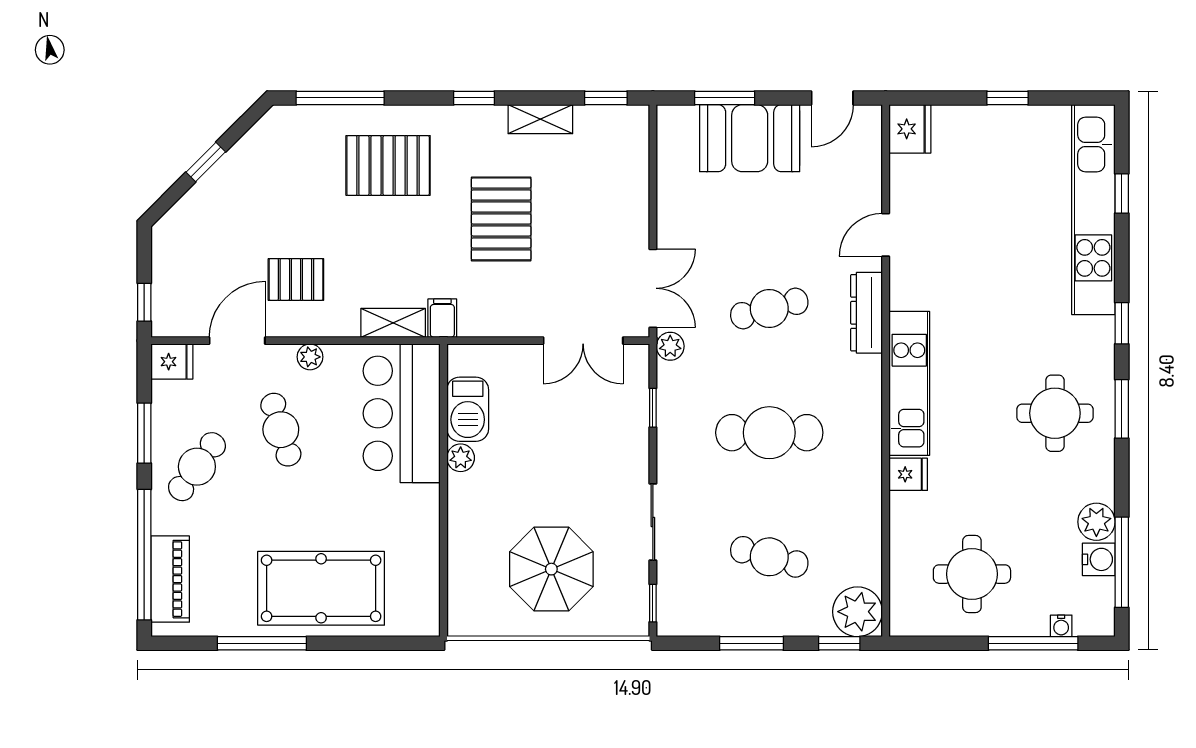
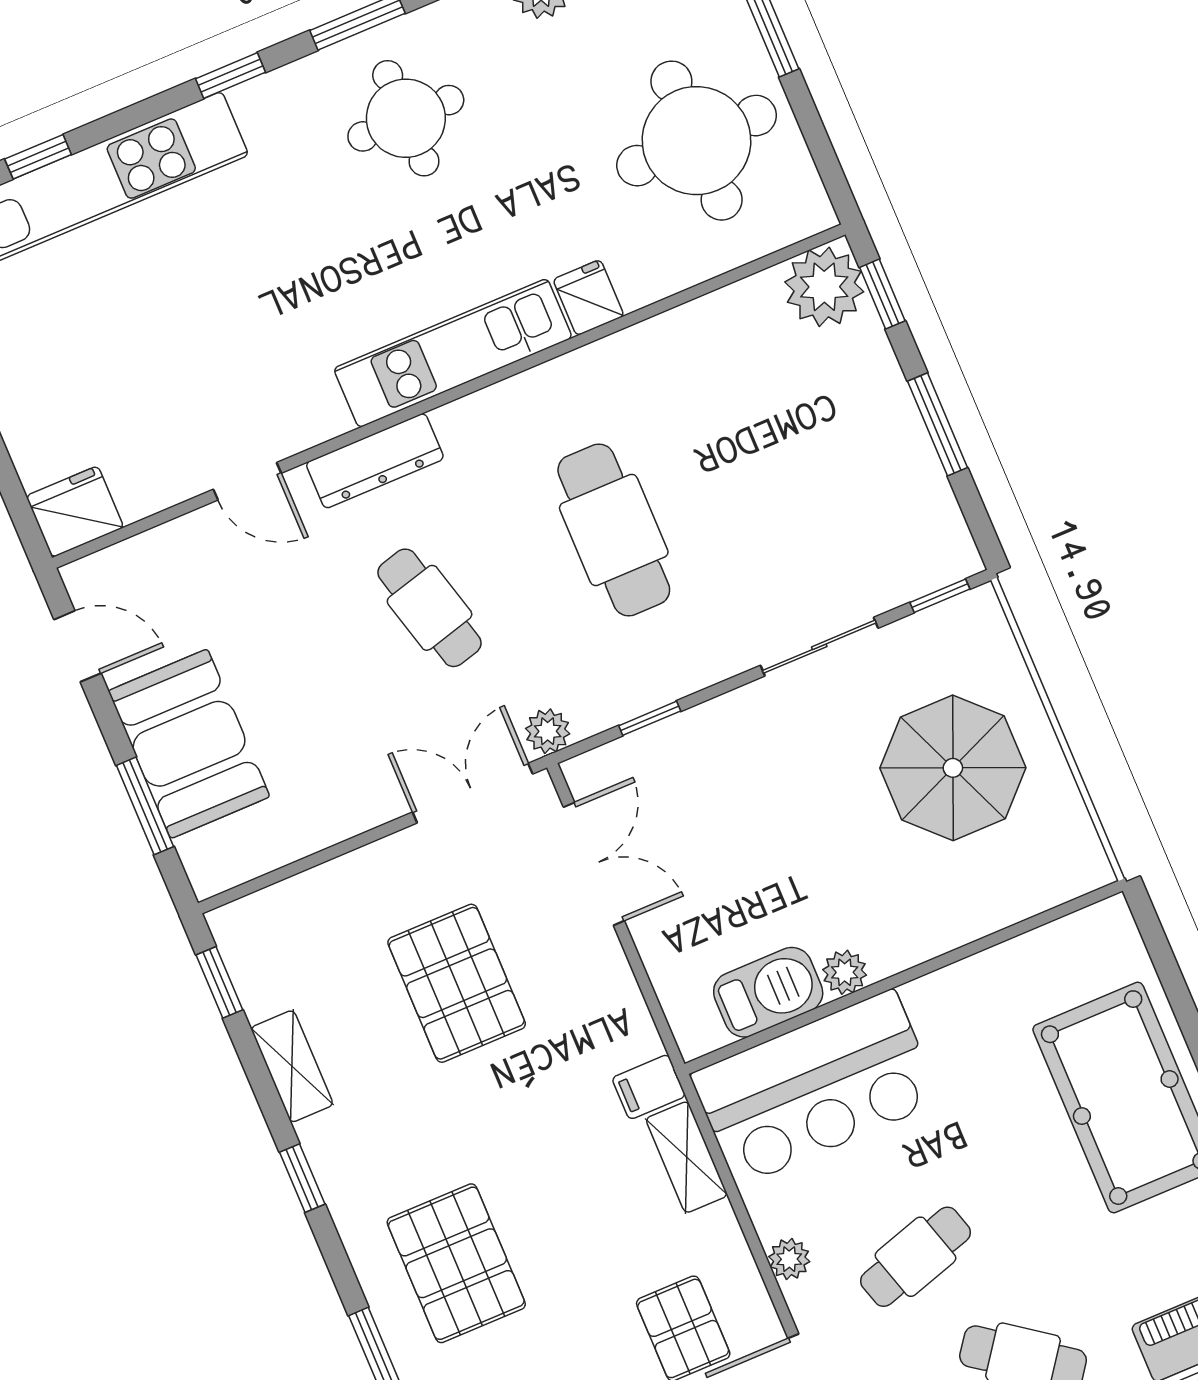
pallet: (501, 219) -> (457, 983), moved, turned 90
cafe table: (769, 557) -> (798, 452), removed
round table: (972, 574) -> (697, 141), width x1.36, depth x1.36

